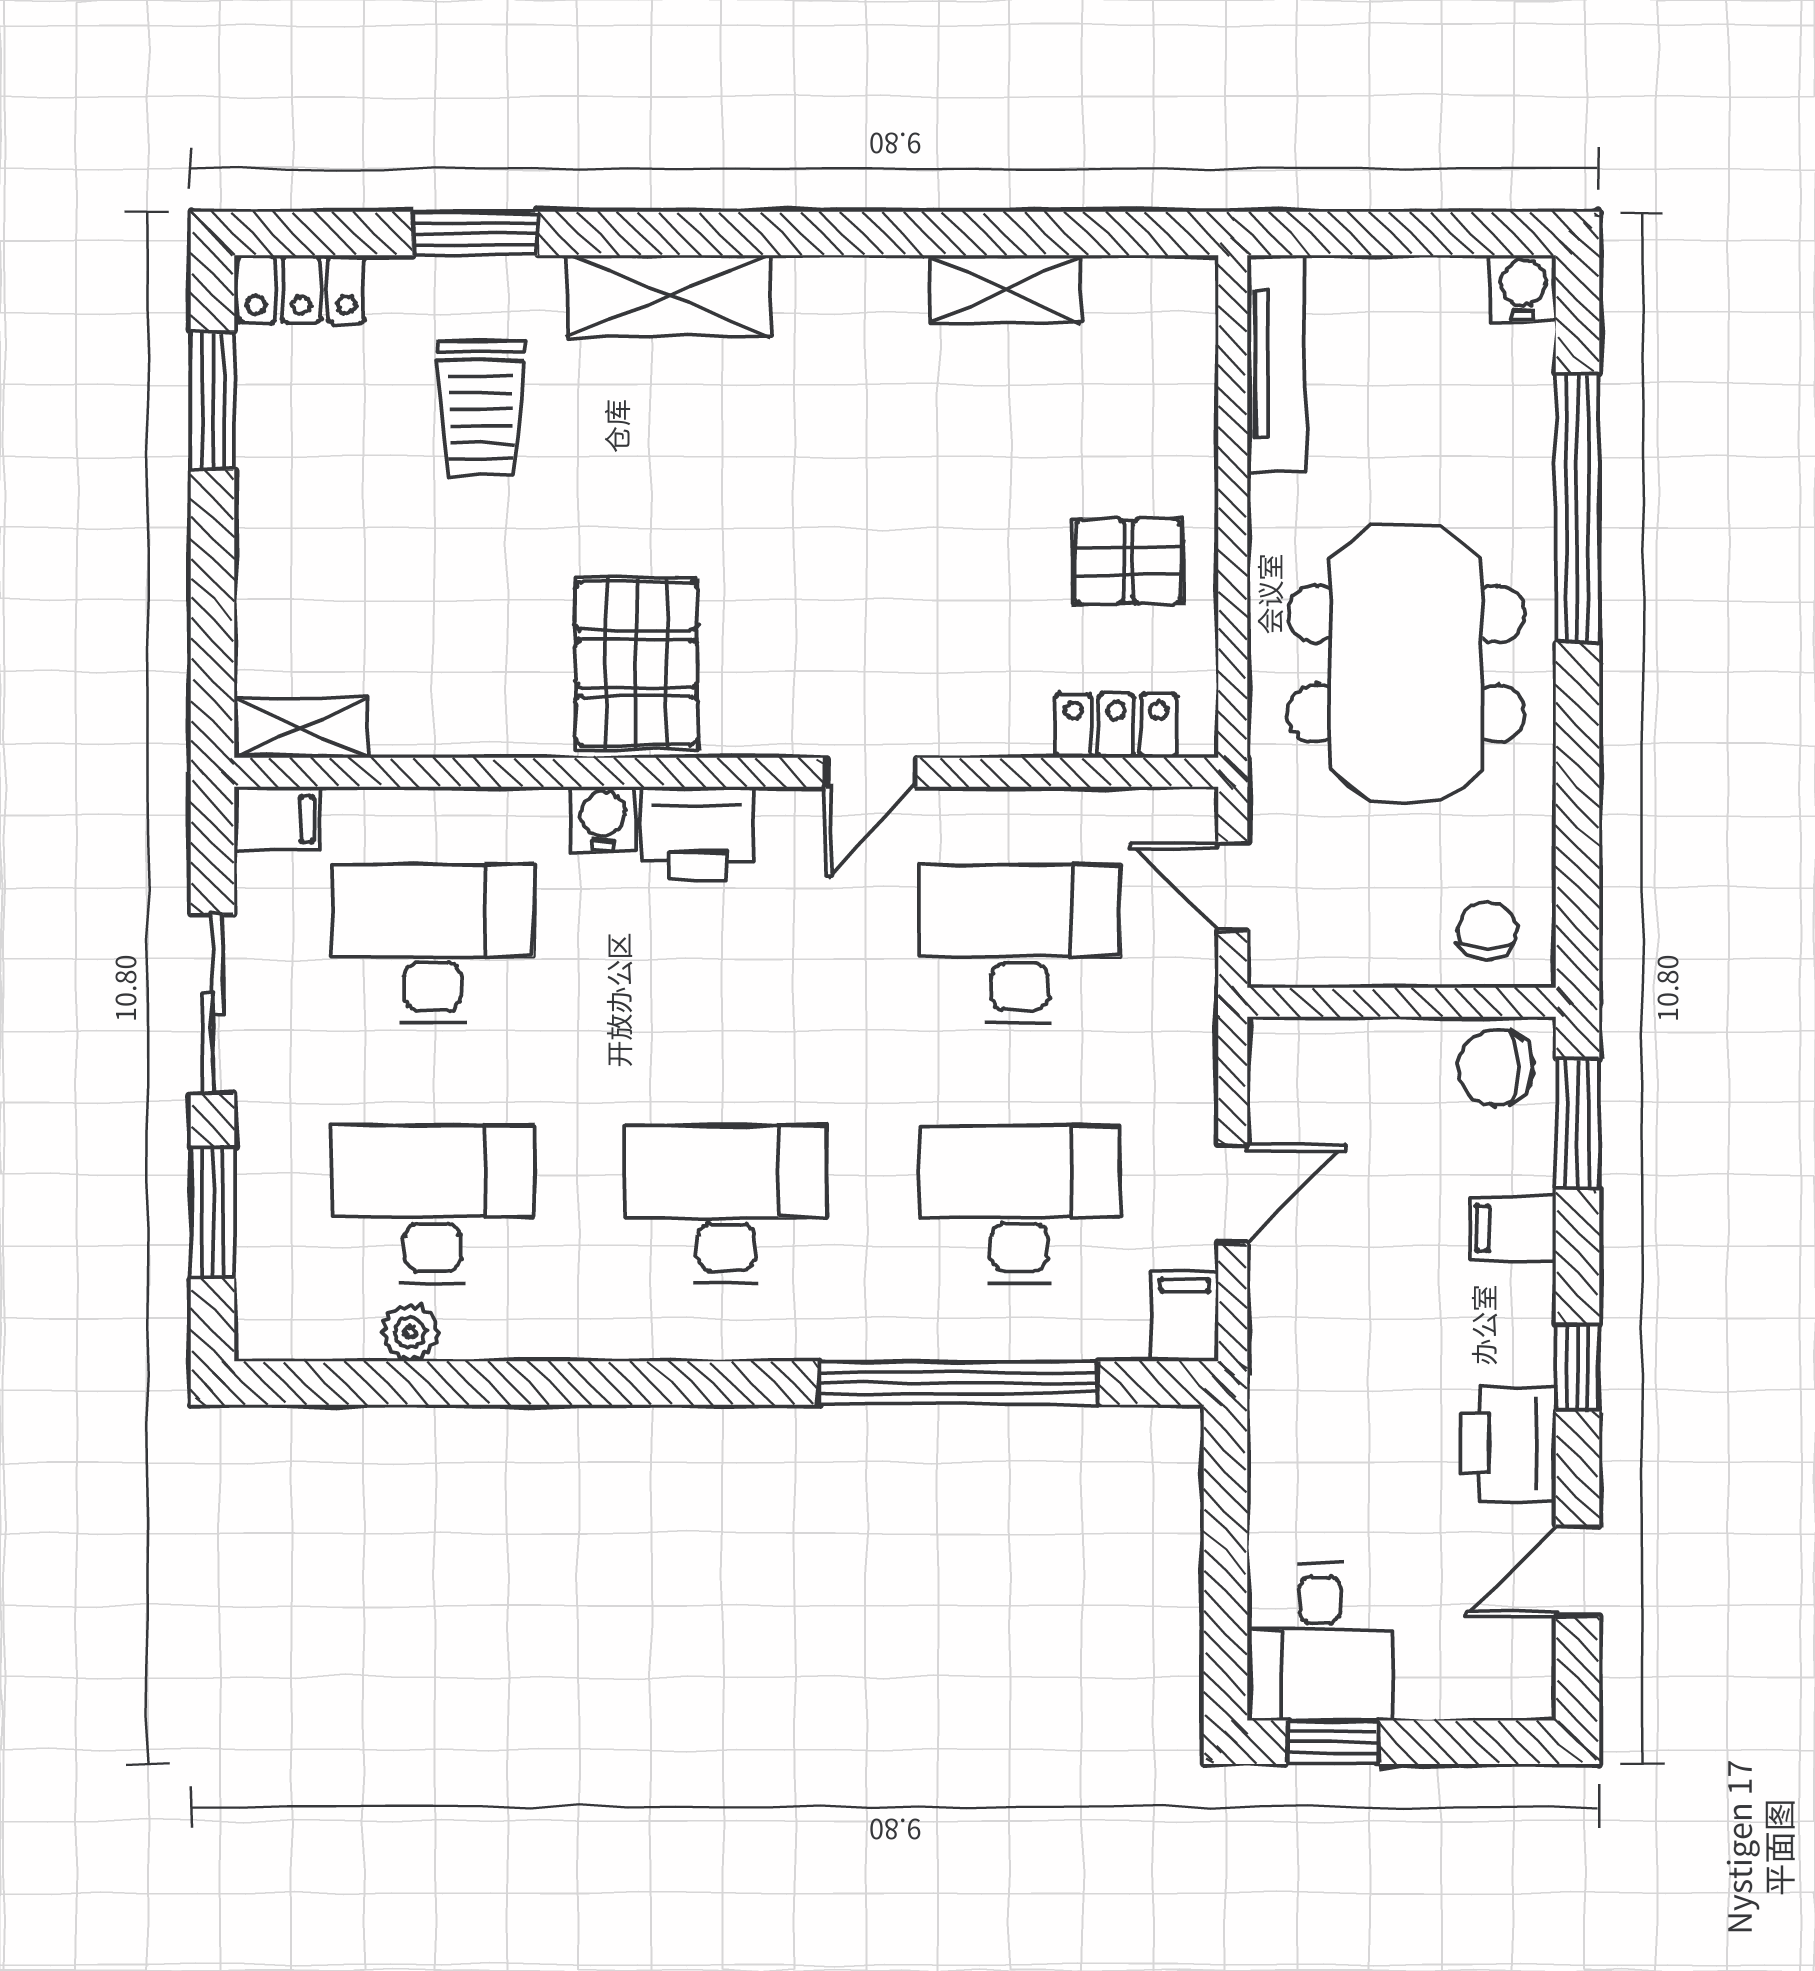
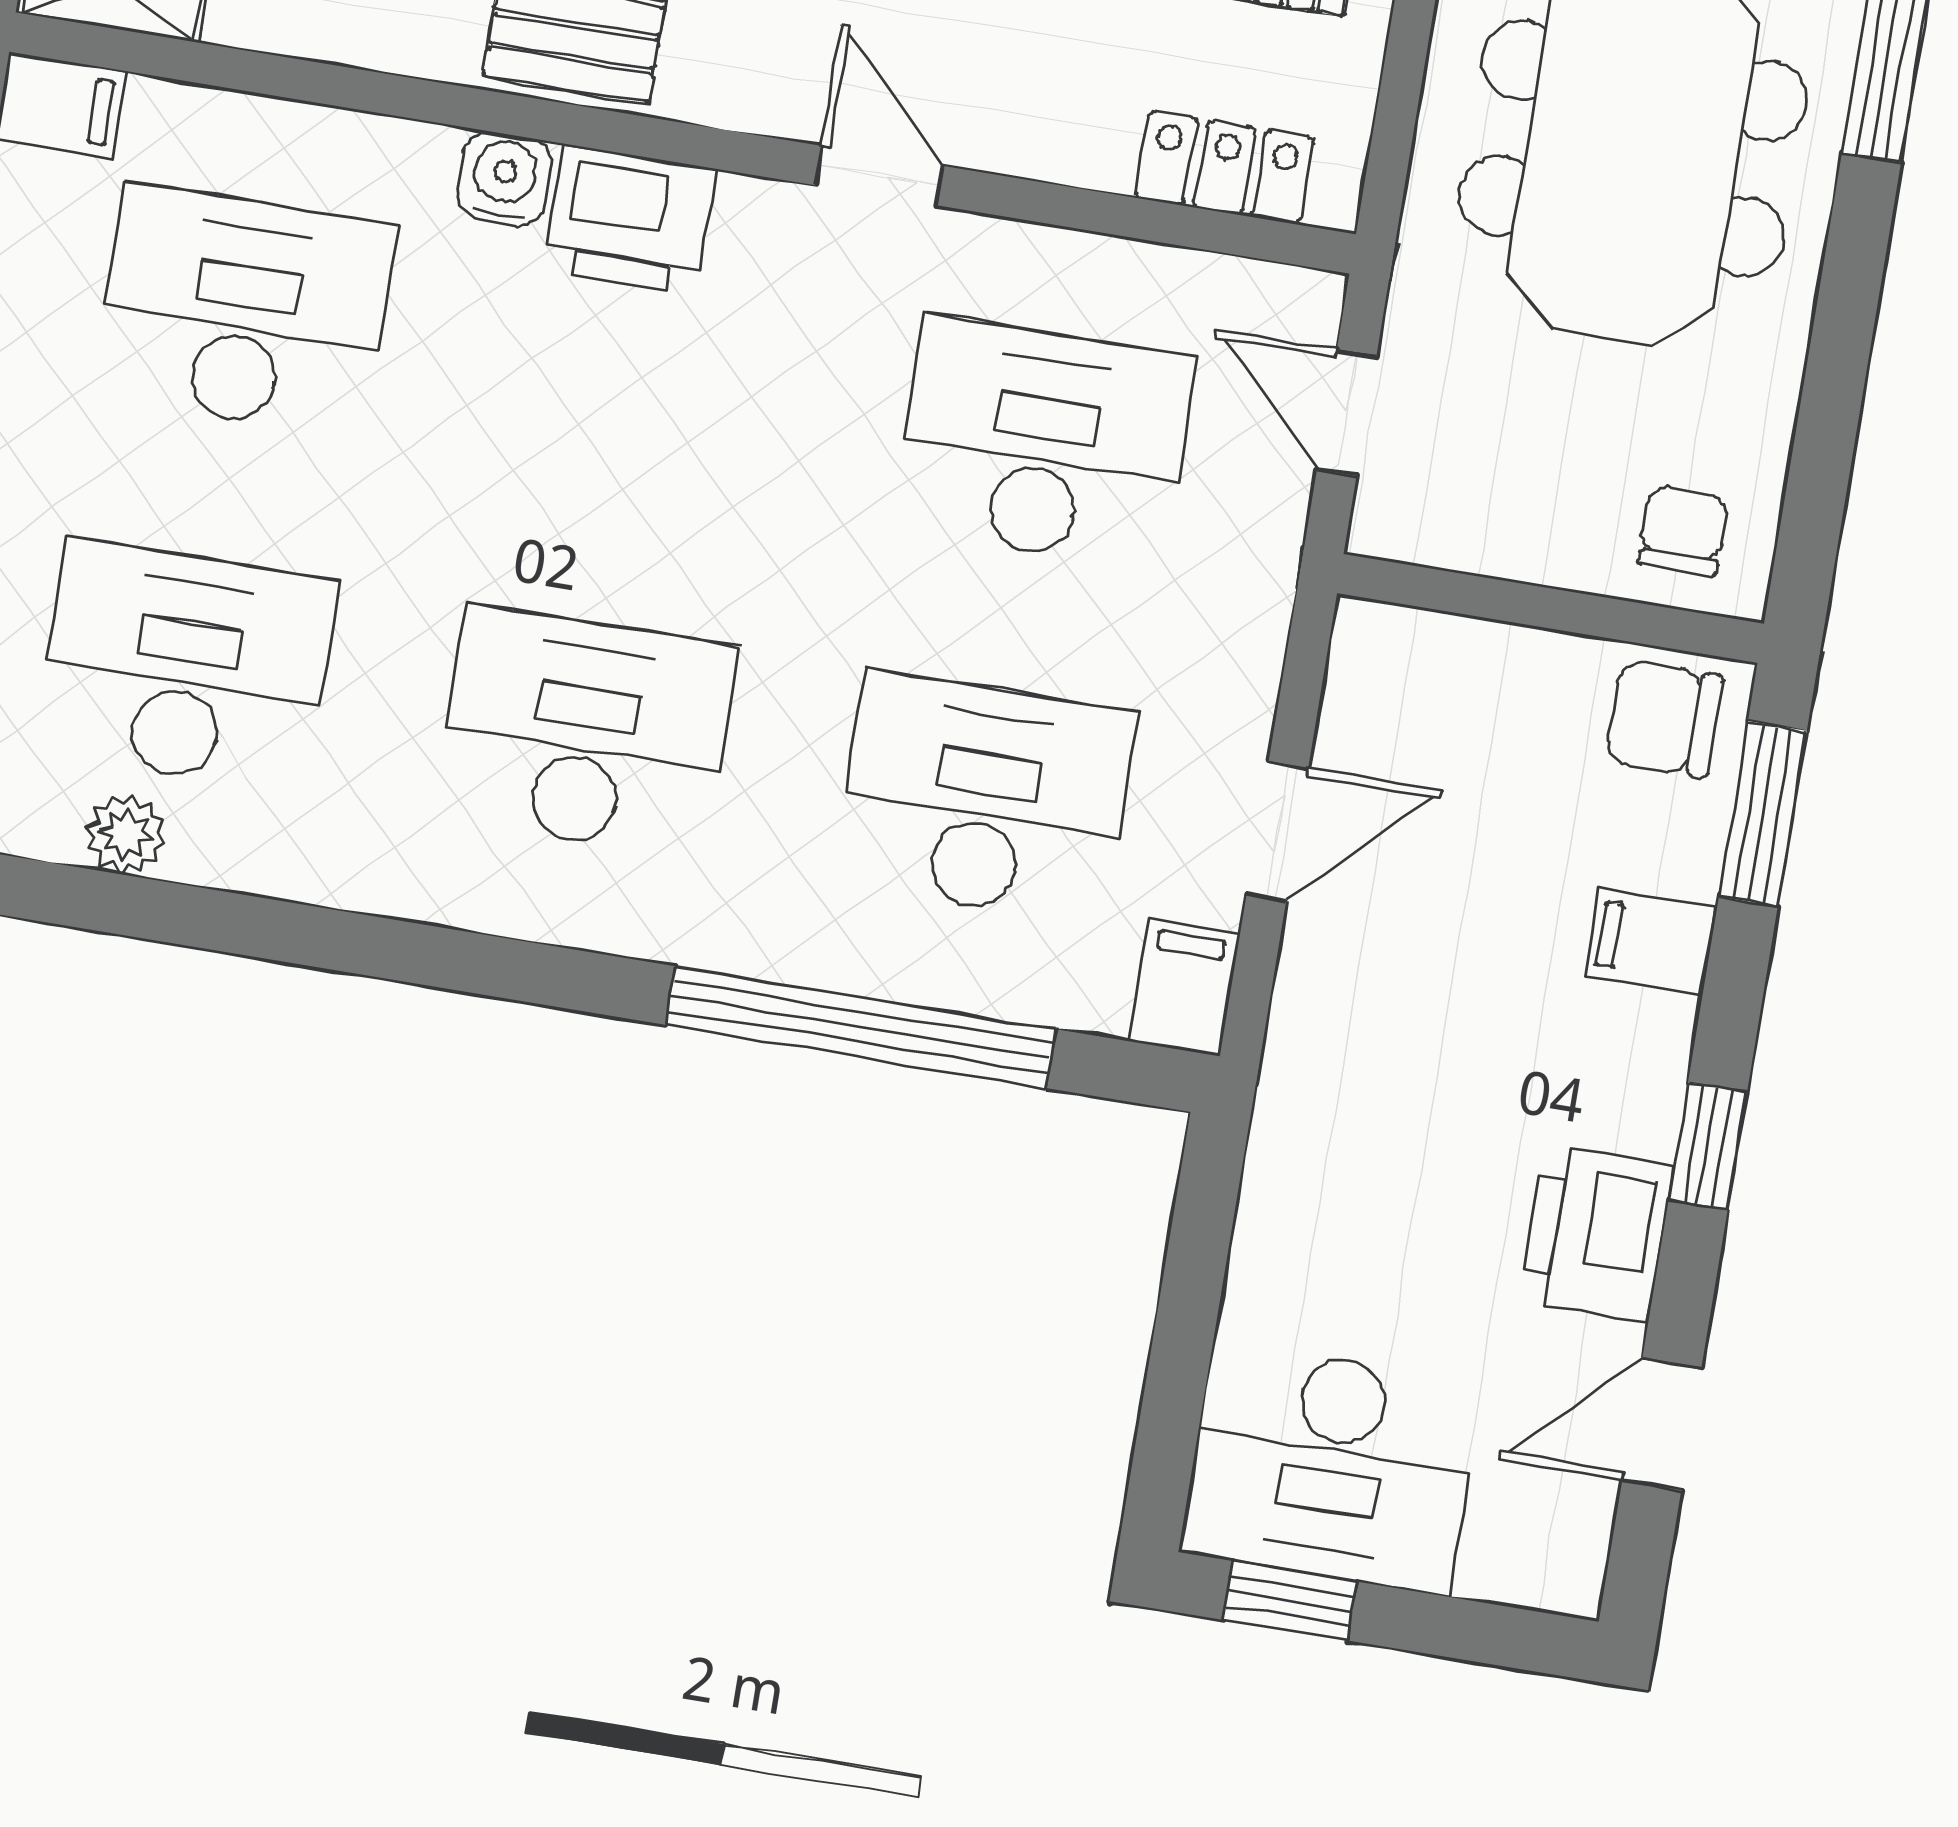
door: (871, 772) -> (879, 176), swing flipped
desk: (1320, 1642) -> (1332, 1468), width x1.37

